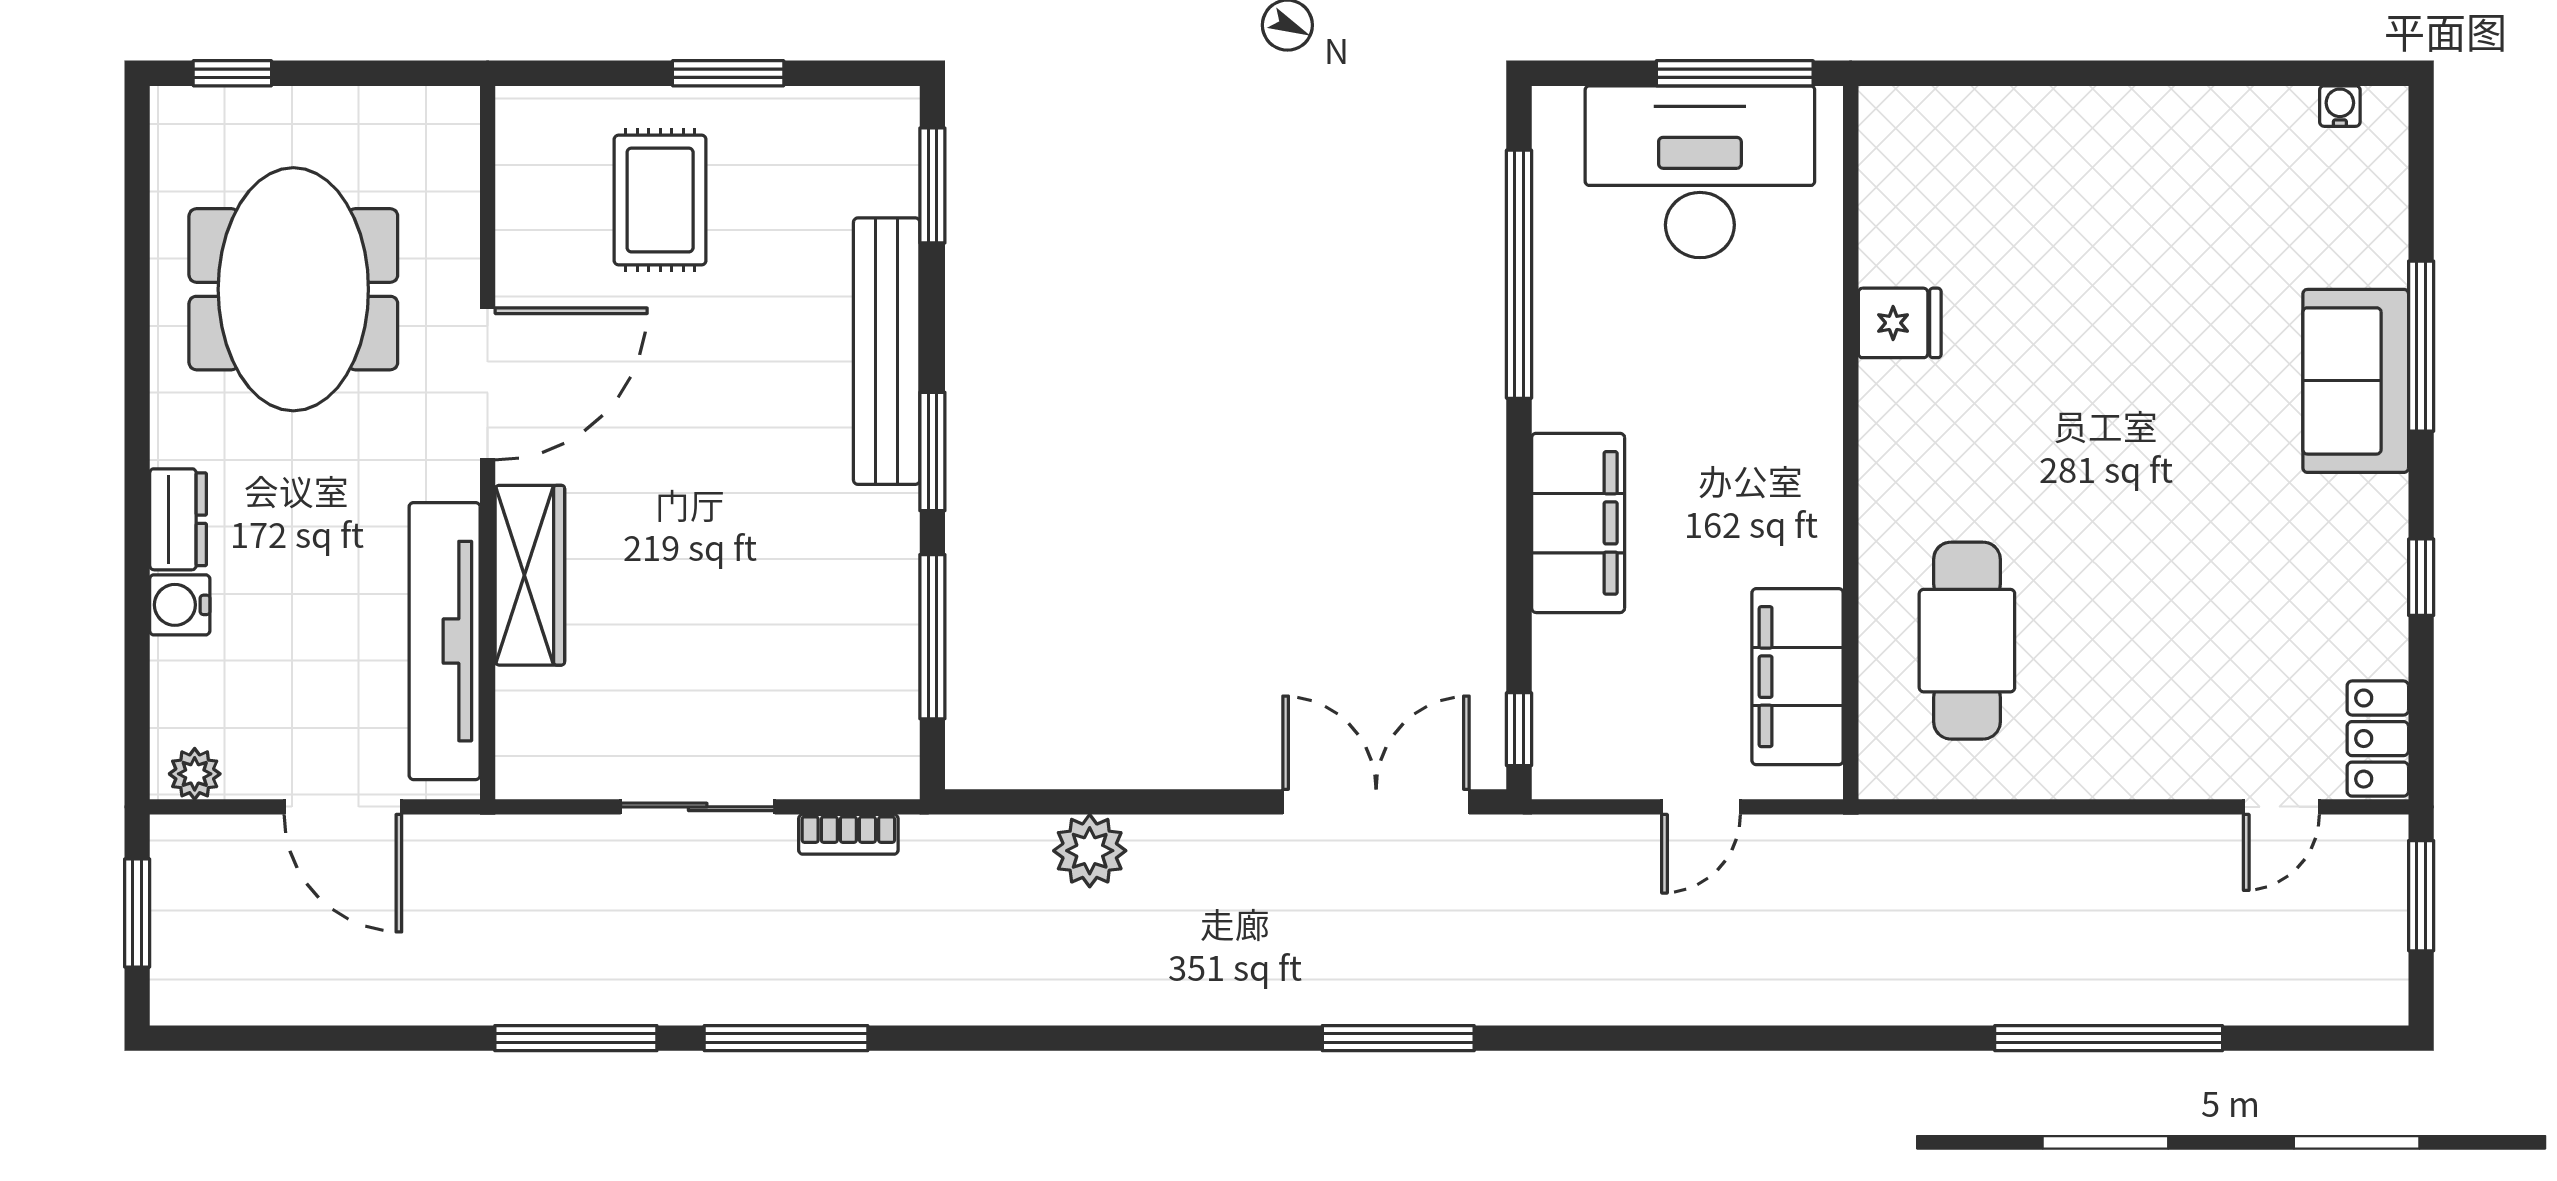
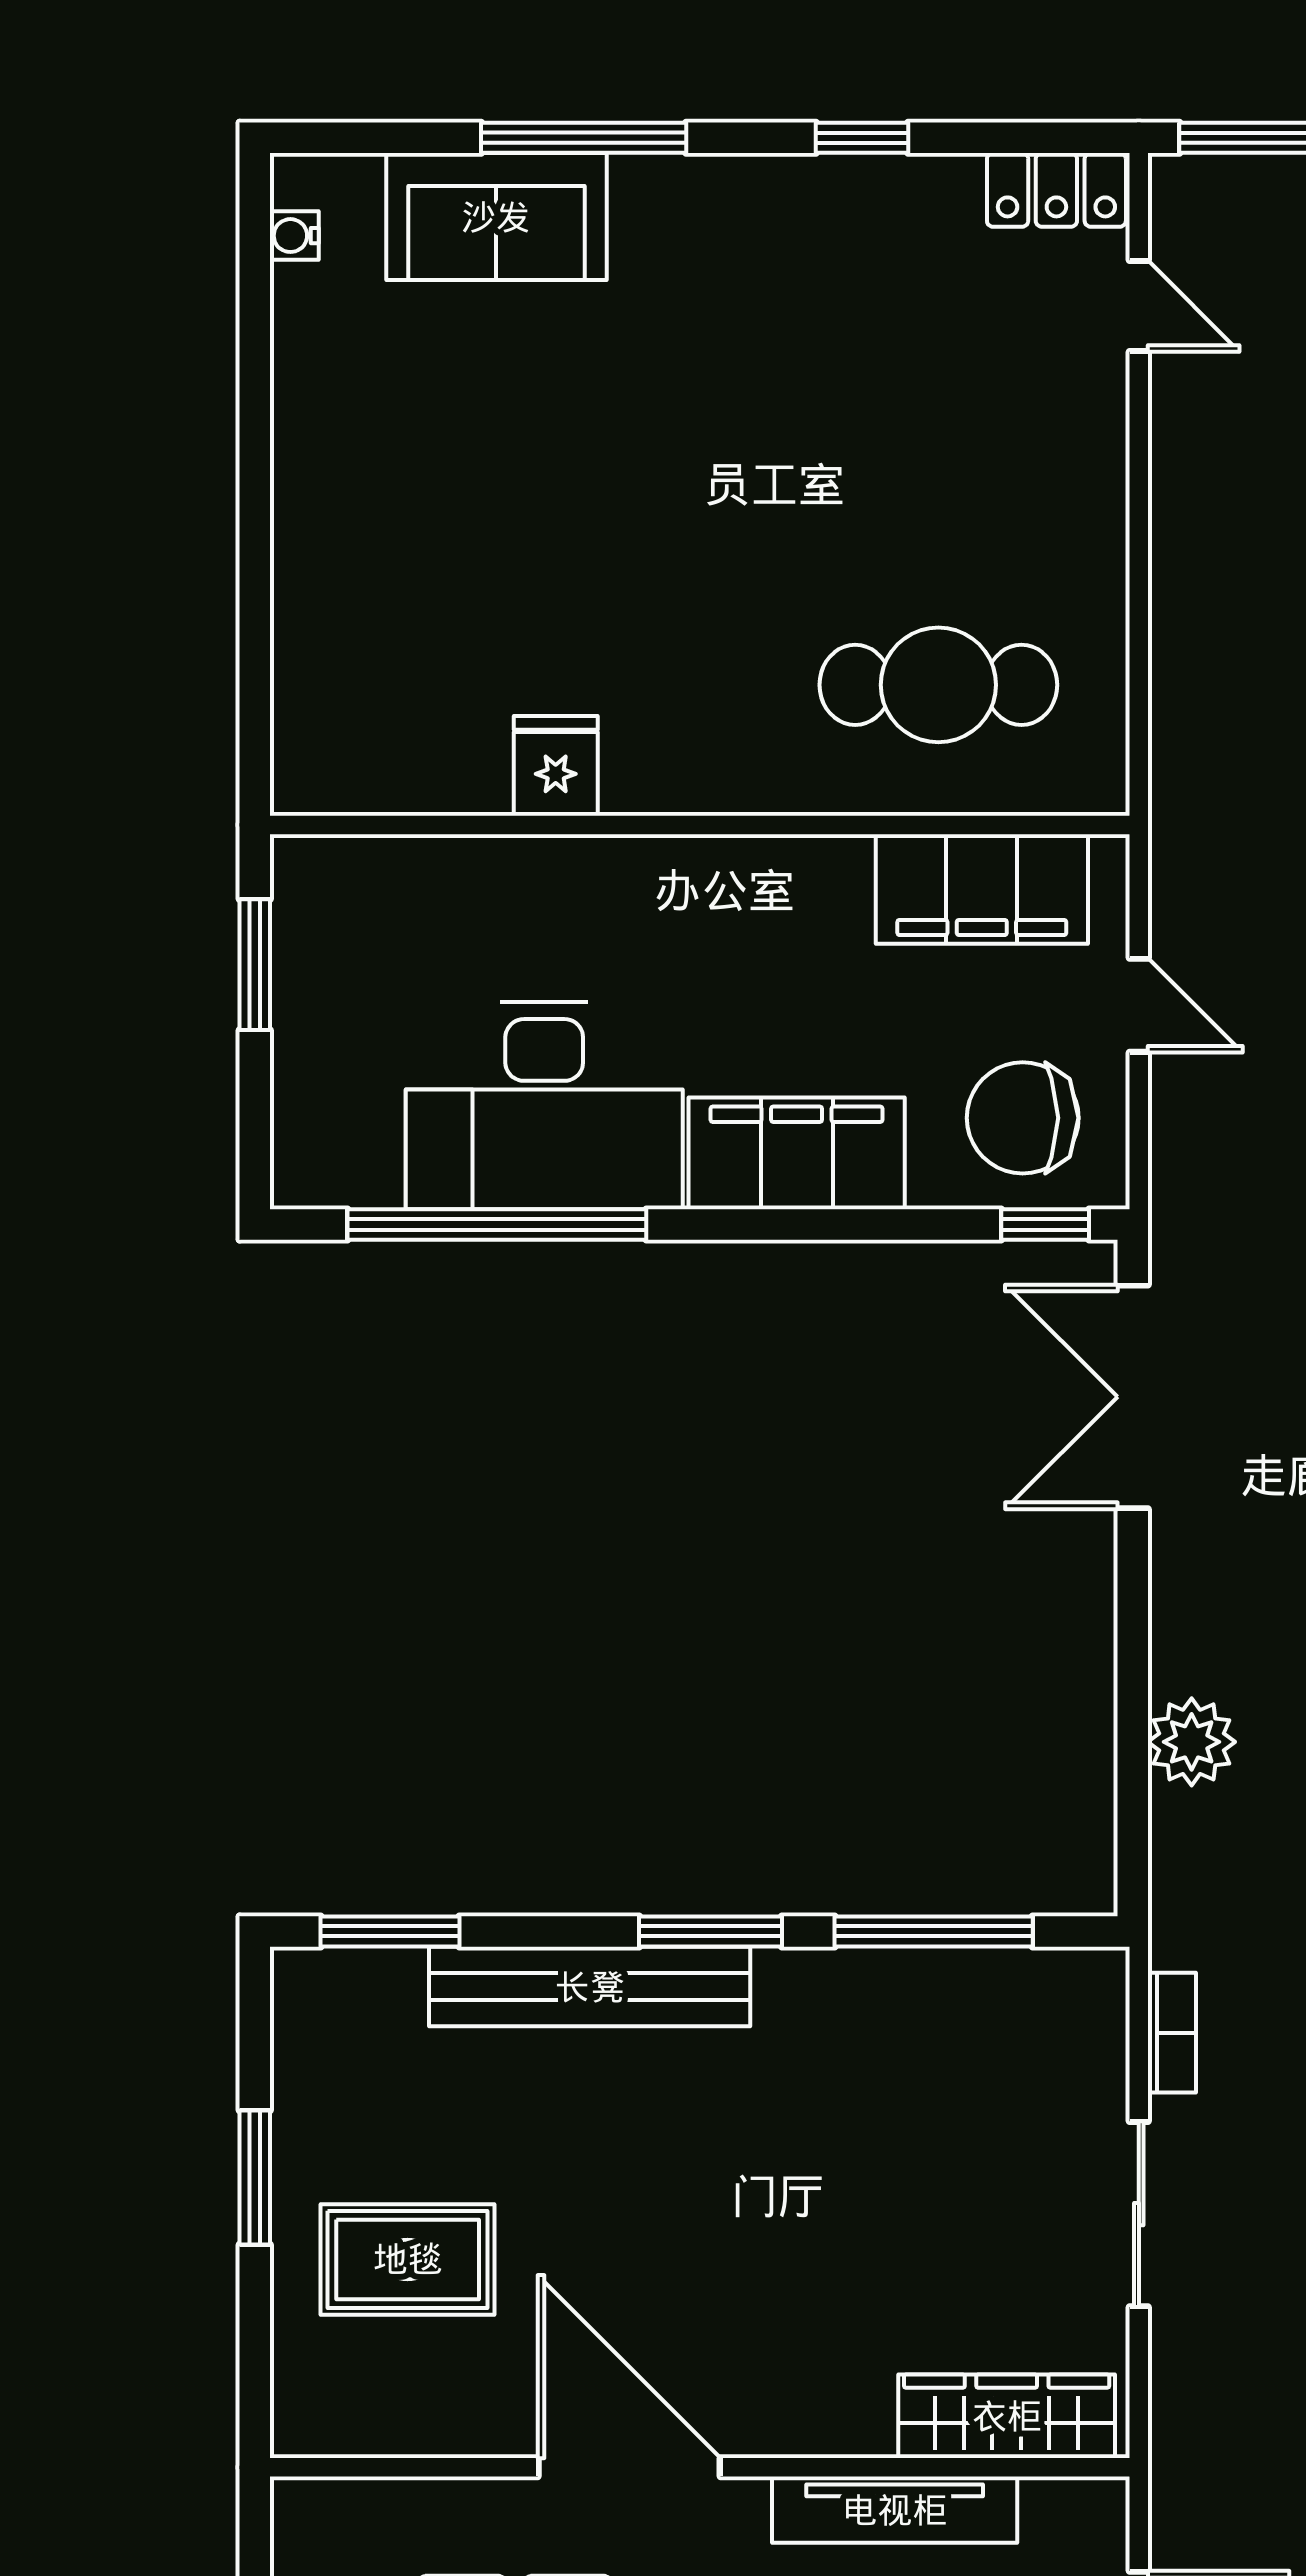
window: (1735, 73) -> (255, 965), width x0.69
desk: (1700, 172) -> (544, 1106), moved, turned -90
sofa: (2356, 381) -> (496, 217), moved
wardrobe: (530, 575) -> (1007, 2416), moved
tv unit: (445, 641) -> (895, 2510), width x0.73, depth x0.78
chair: (1608, 711) -> (1023, 1118), added

